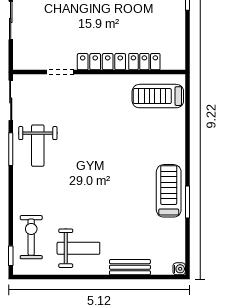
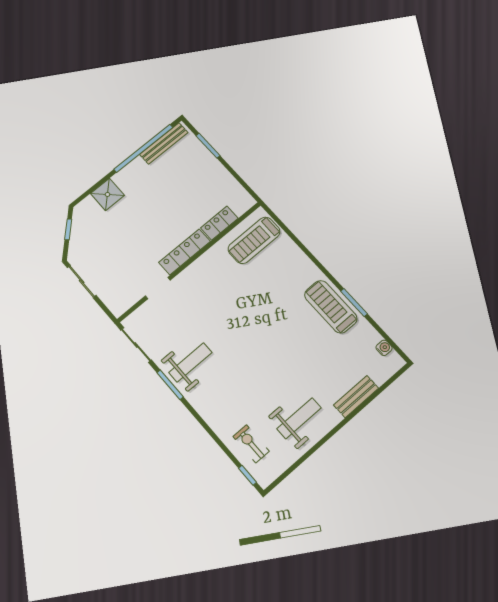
weight bench: (38, 146) -> (190, 362), turned -90
exercise bike: (31, 237) -> (251, 444), width x0.73, depth x0.72
water cooler: (179, 269) -> (384, 348), moved

